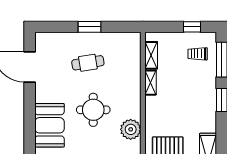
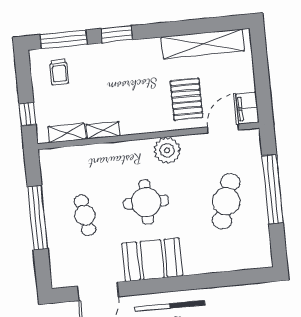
window: (90, 27) -> (38, 218), width x2.11
window: (192, 27) -> (27, 114), moved
booth: (50, 125) -> (152, 260), moved

